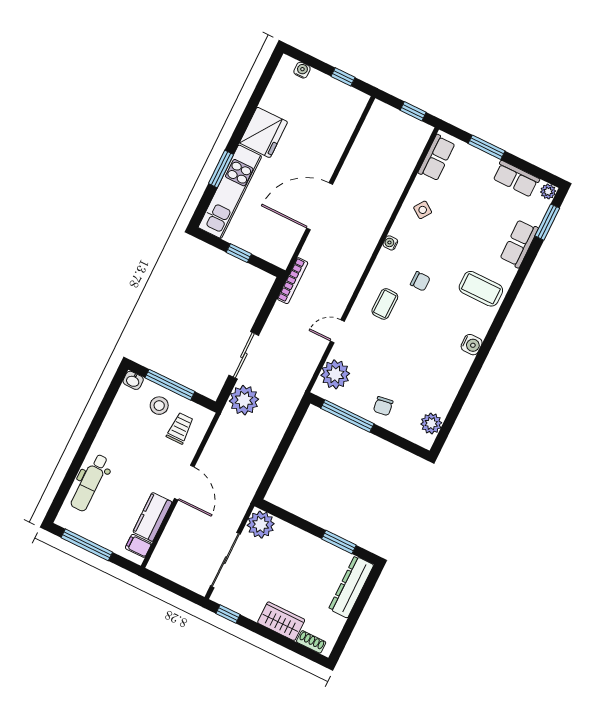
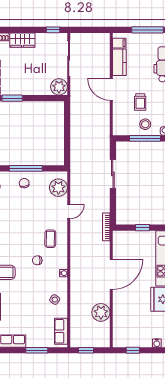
plant: (244, 400) -> (101, 312), moved
window: (347, 416) -> (26, 168), moved
trolley: (180, 428) -> (140, 102), moved

